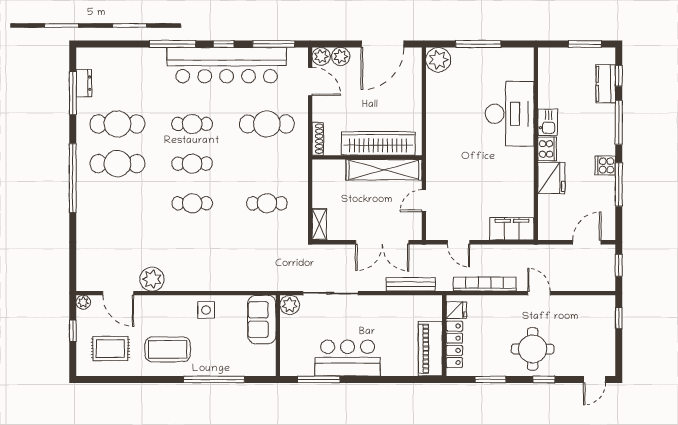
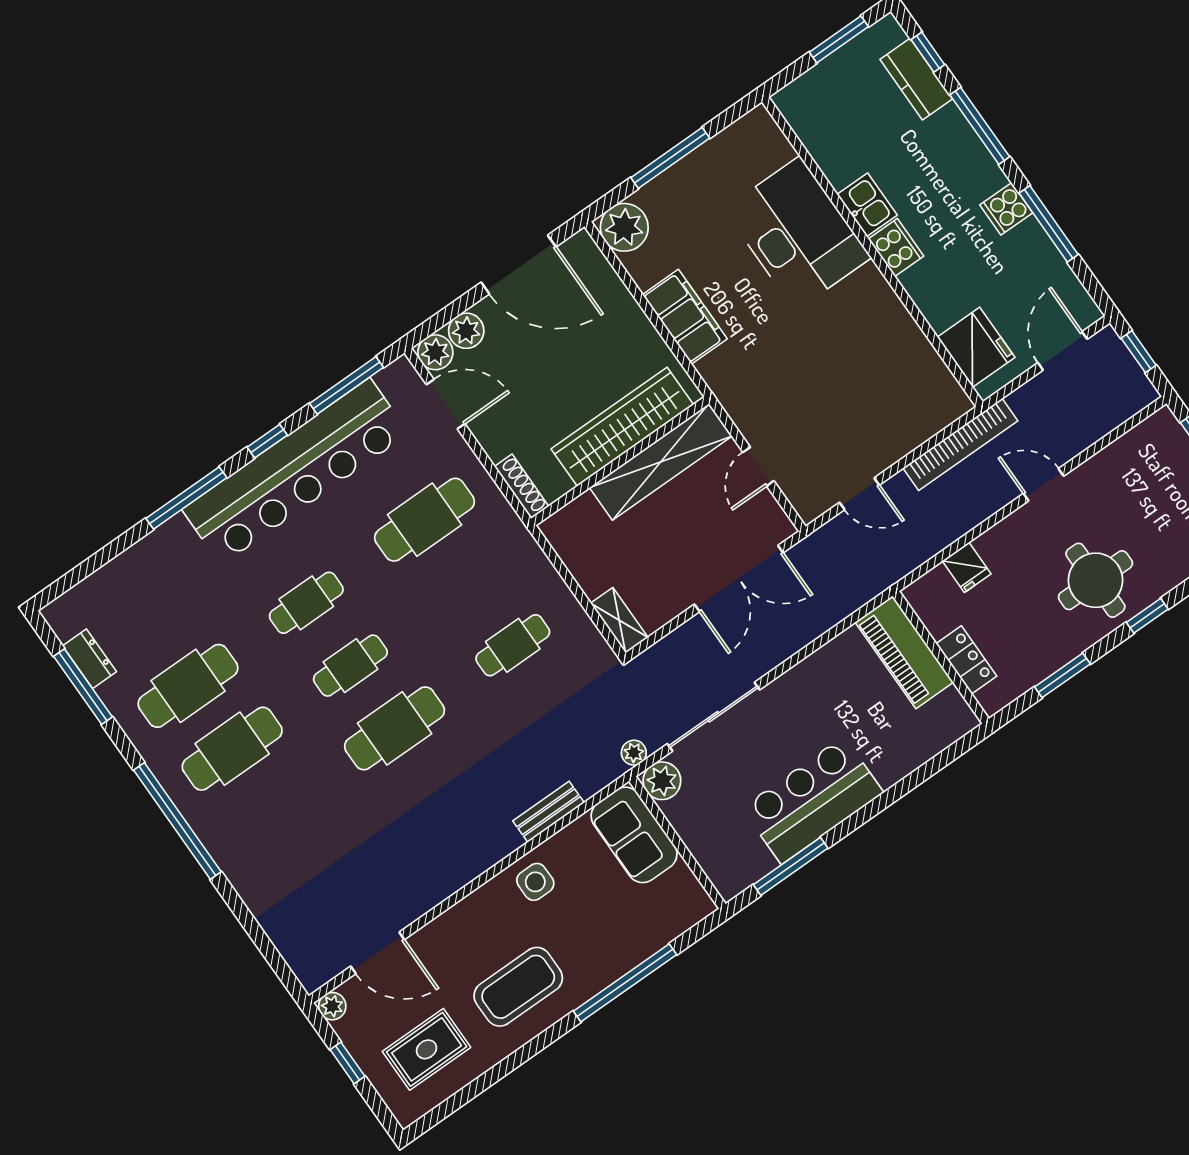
door: (382, 44) -> (519, 264), hinge flipped
fridge: (551, 178) -> (976, 347), moved
cafe table: (192, 203) -> (395, 728), width x1.37, depth x1.35
filing cabinet: (512, 229) -> (685, 317), moved, turned 90
plant: (152, 279) -> (634, 753), moved, width x0.53, depth x0.53
bench: (411, 284) -> (549, 812), moved, width x0.73
bookcase: (485, 284) -> (960, 444), moved, turned 180
fridge: (456, 310) -> (967, 567), moved, turned 90
locker: (454, 344) -> (966, 660), width x0.66
piano: (430, 349) -> (904, 652), moved

